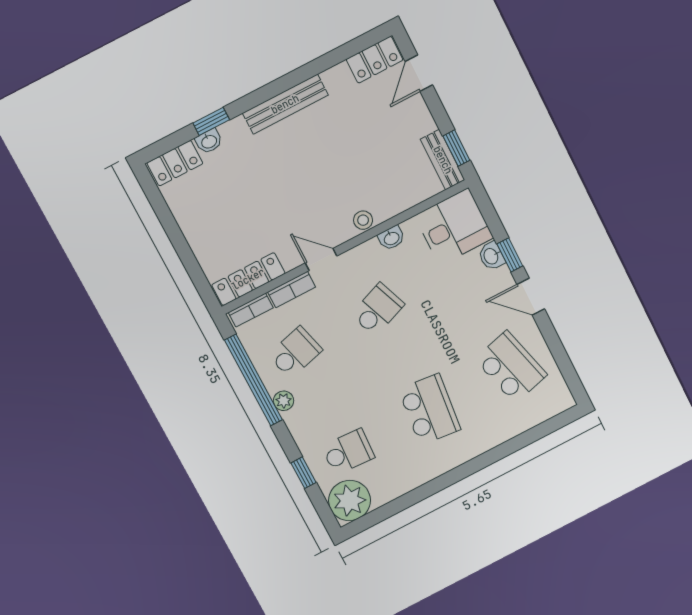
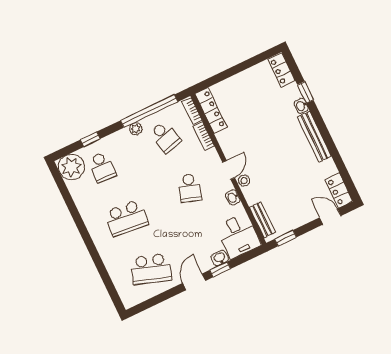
washbasin: (209, 141) -> (301, 106), moved
bench: (443, 160) -> (262, 220), moved, turned 90
door: (321, 259) -> (229, 170), moved
school desk: (378, 310) -> (190, 188), turned 39
school desk: (511, 367) -> (151, 269), turned 33

